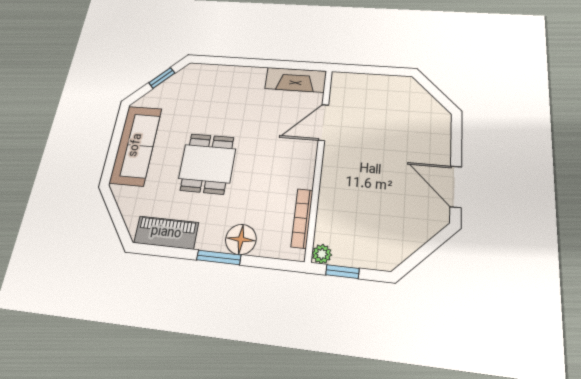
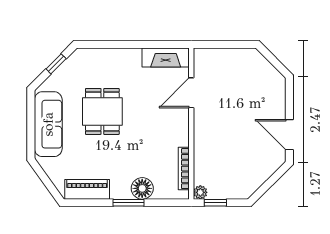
dining table: (207, 164) -> (102, 111), moved

